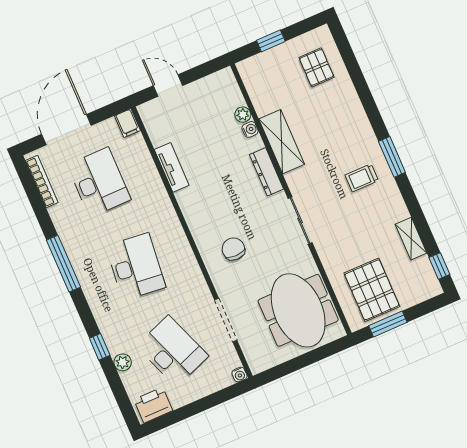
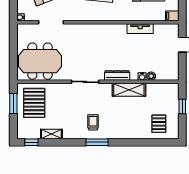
pallet: (316, 67) -> (159, 124), turned 90
chair: (233, 249) -> (85, 42), removed
pallet: (372, 290) -> (34, 103), turned 90

